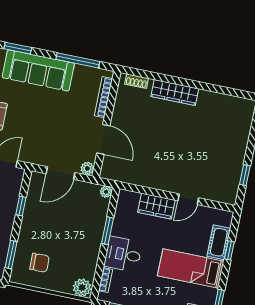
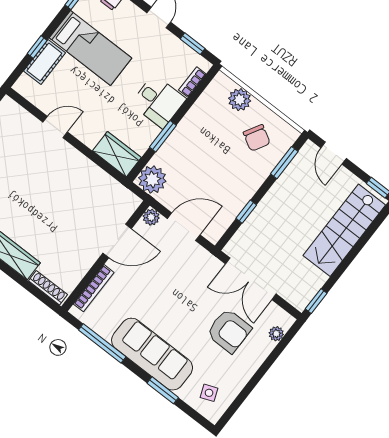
shoe rack: (137, 81) -> (48, 288), width x1.43
door: (103, 139) -> (117, 241), swing flipped
plant: (106, 192) -> (152, 179), width x1.88, depth x1.88
wardrobe: (156, 206) -> (117, 154), moved
chair: (40, 263) -> (257, 138), turned -149
plant: (82, 288) -> (240, 100), moved

